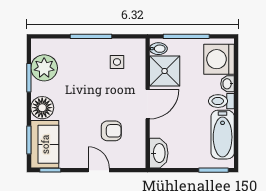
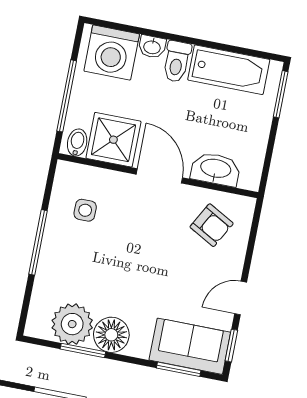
floor lamp: (42, 108) -> (111, 335), moved
armchair: (111, 131) -> (212, 225), moved, turned 119
washbasin: (159, 153) -> (216, 169), moved
door: (99, 170) -> (241, 298), moved

